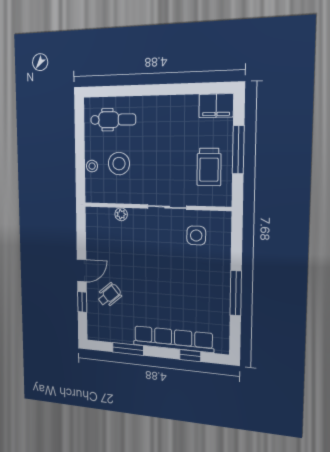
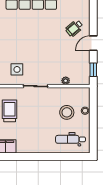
window: (82, 302) -> (93, 70), moved

